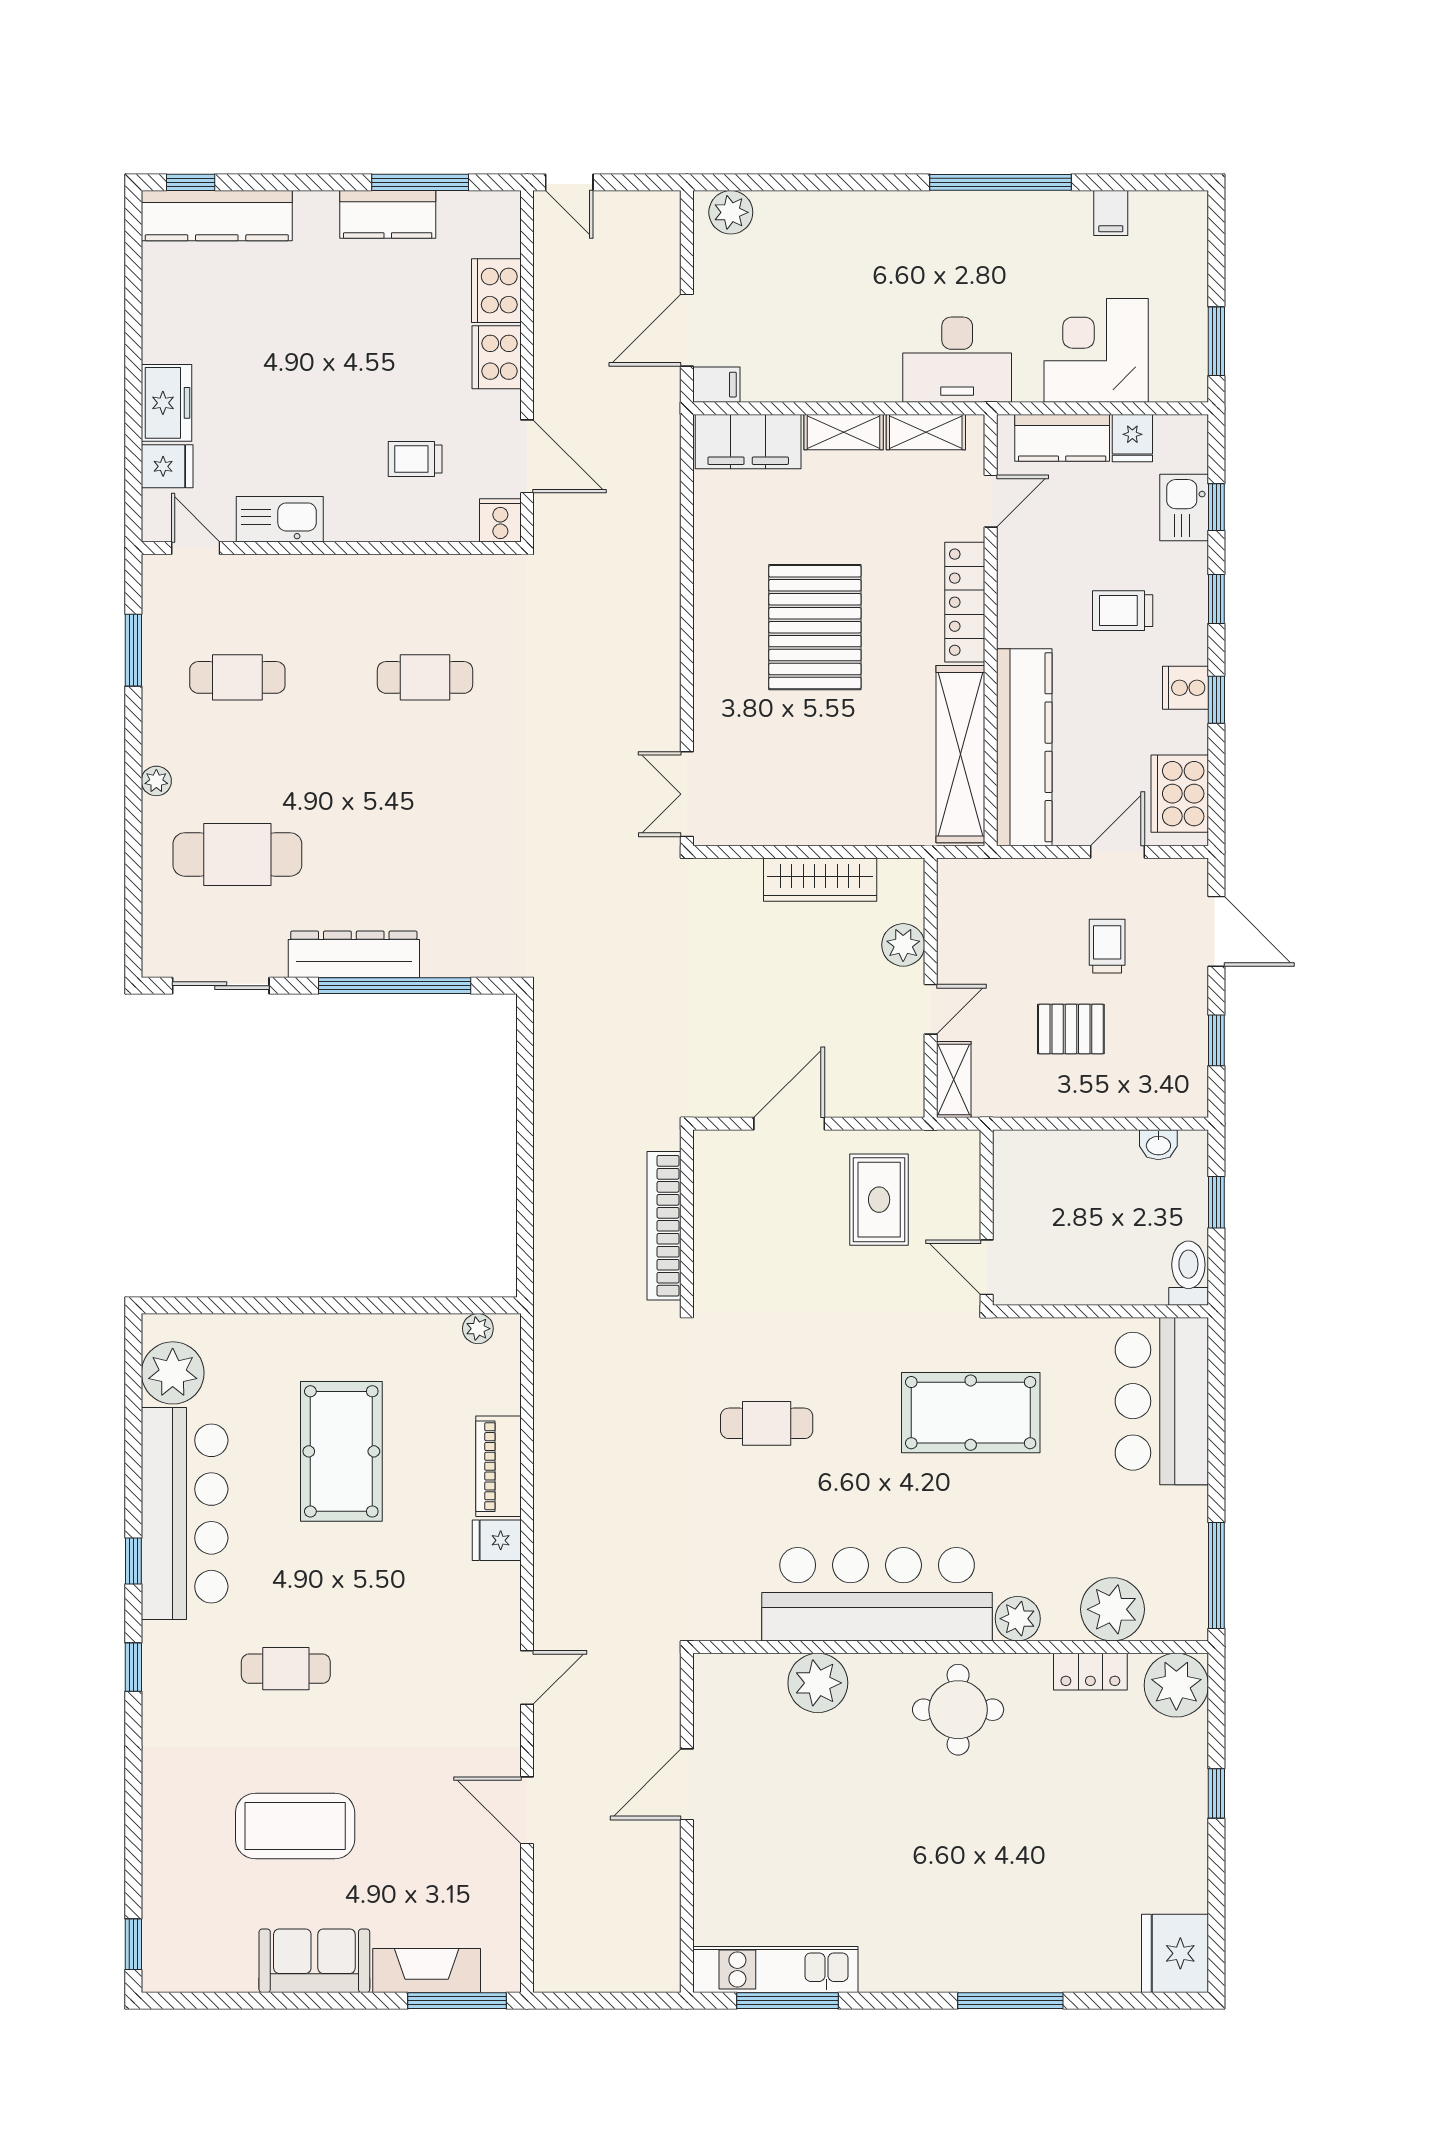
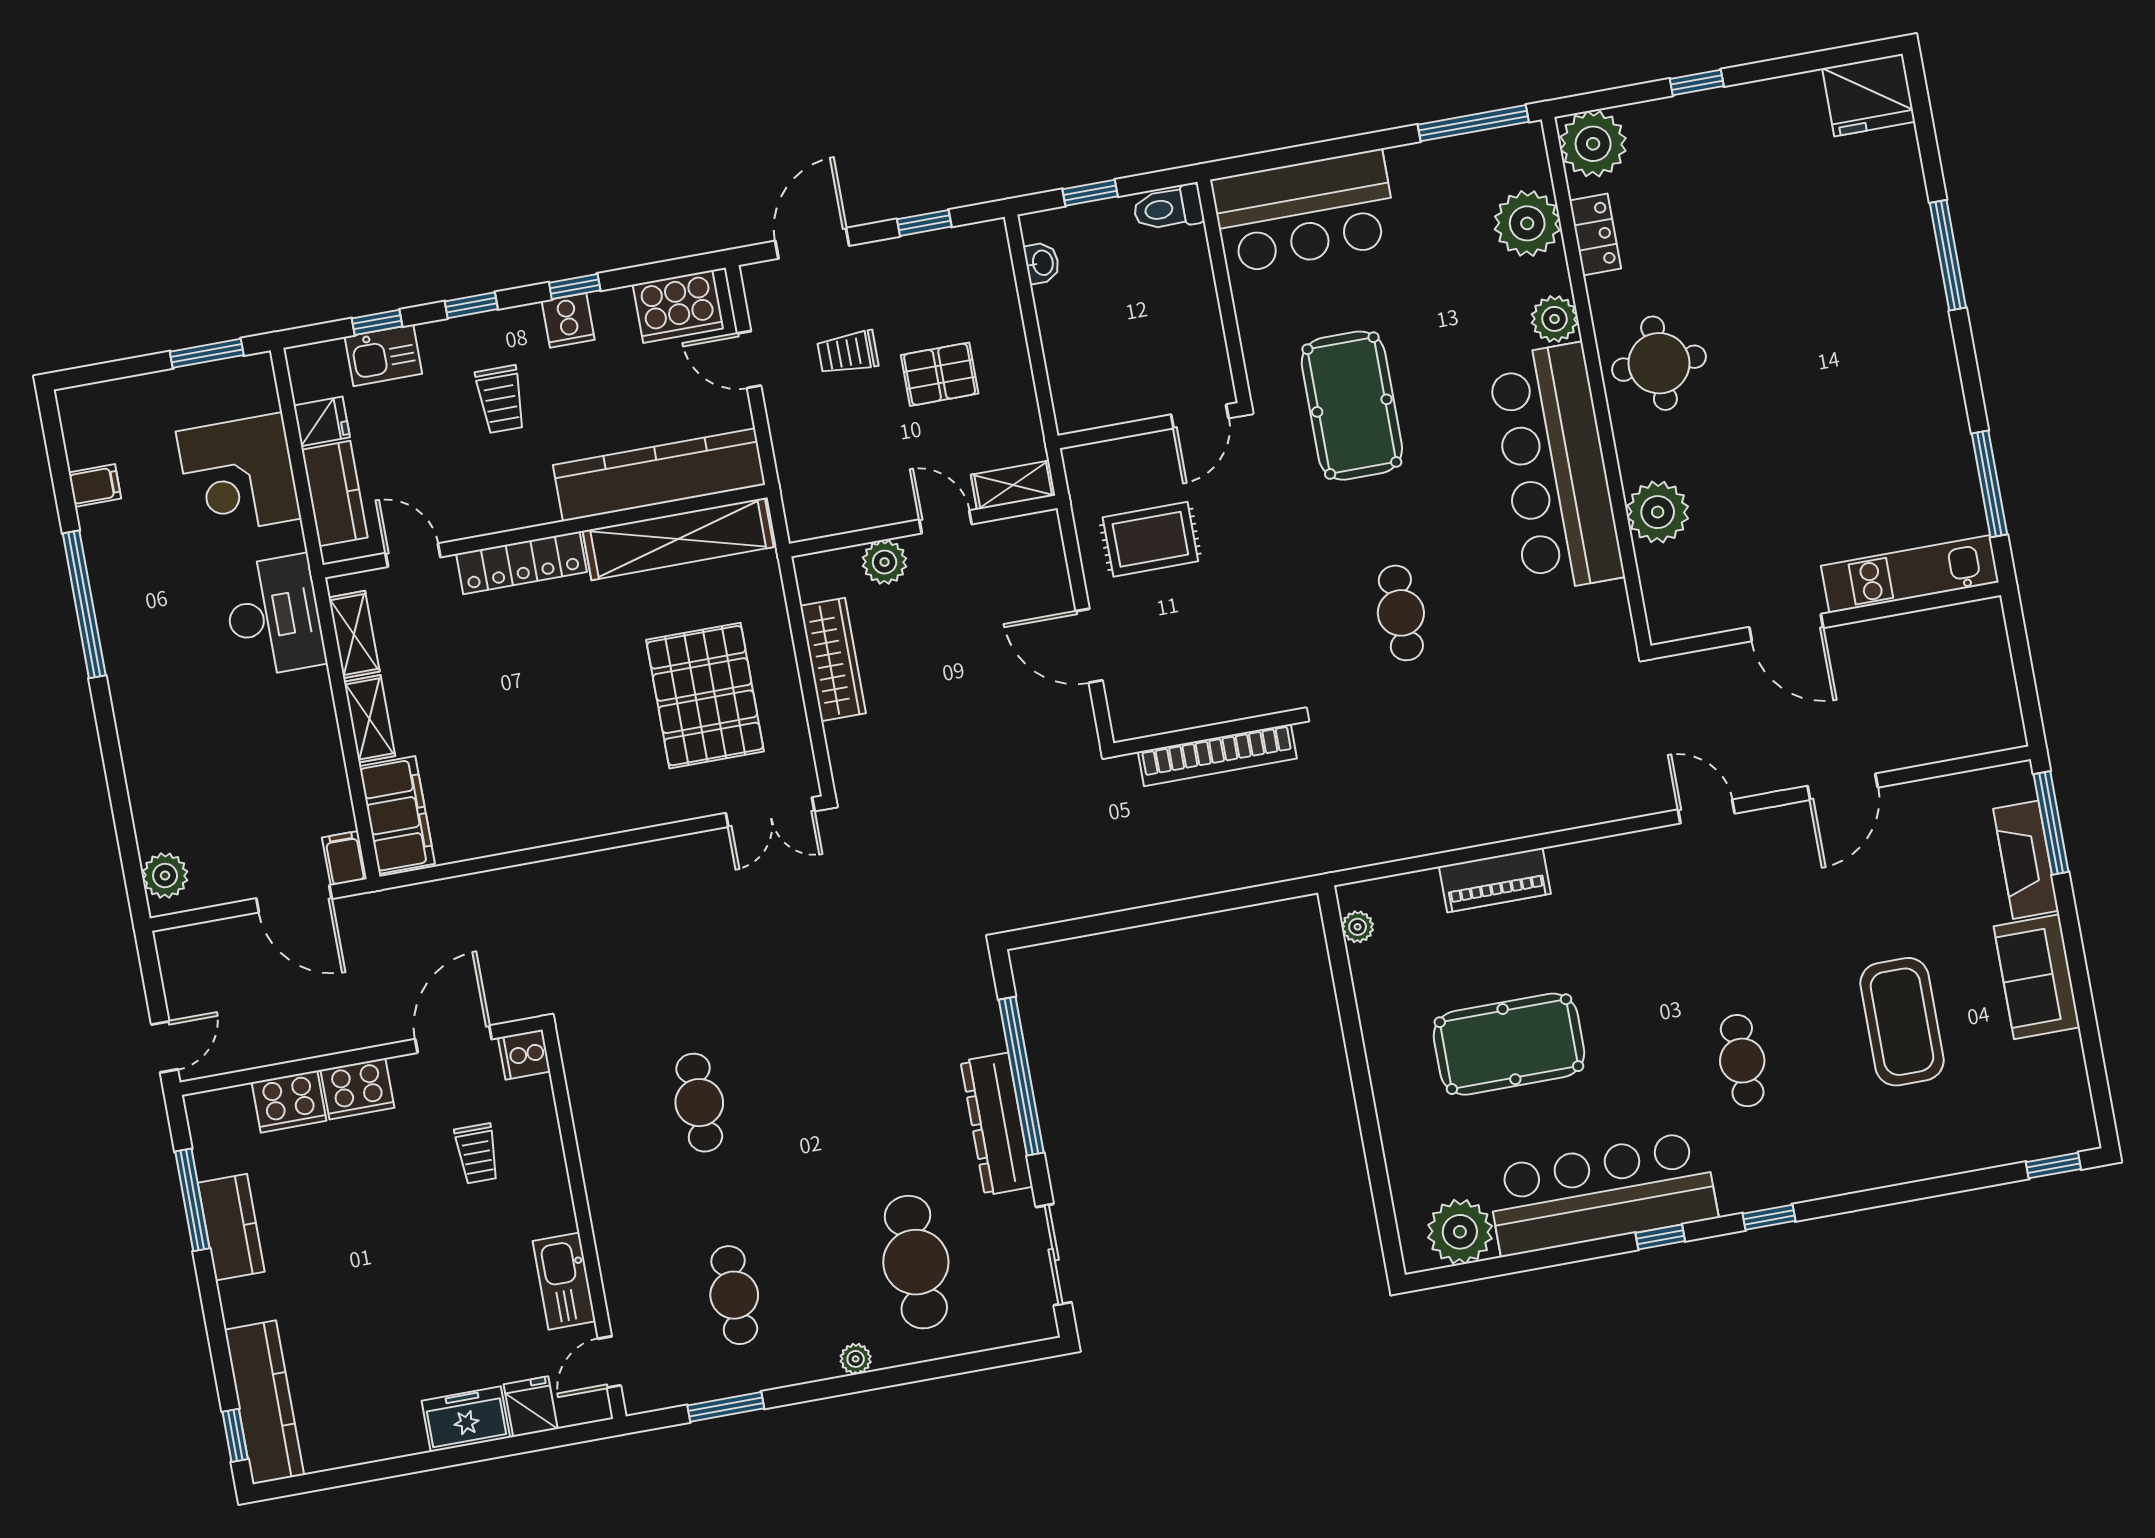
pallet: (815, 627) -> (705, 696), moved, turned 90
pallet: (1071, 1029) -> (940, 374), turned 90
fridge: (497, 1540) -> (1571, 868), removed
kitchen unit: (775, 1969) -> (1910, 574), moved, turned 90

